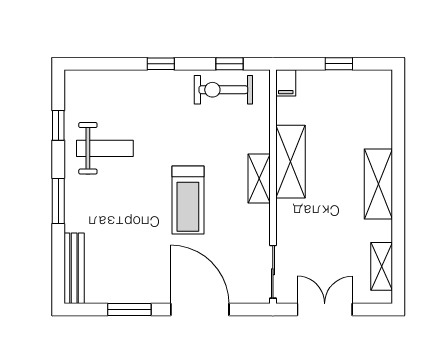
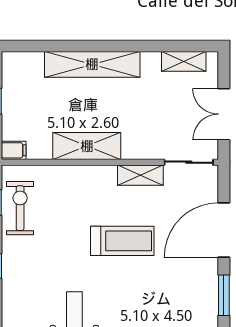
exercise bike: (223, 90) -> (20, 208), turned 180
shelving: (259, 178) -> (140, 175), moved
shelving: (378, 184) -> (92, 64), width x1.47

